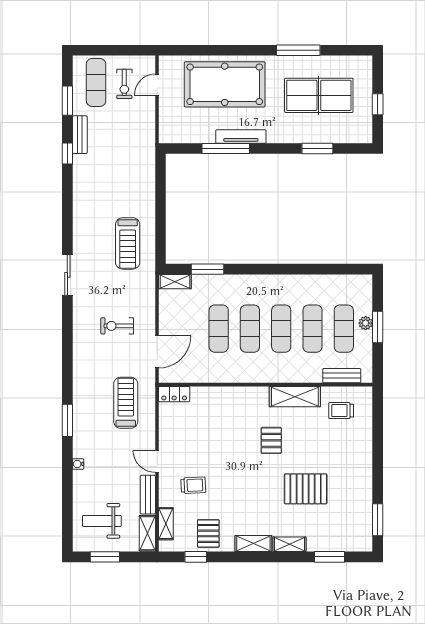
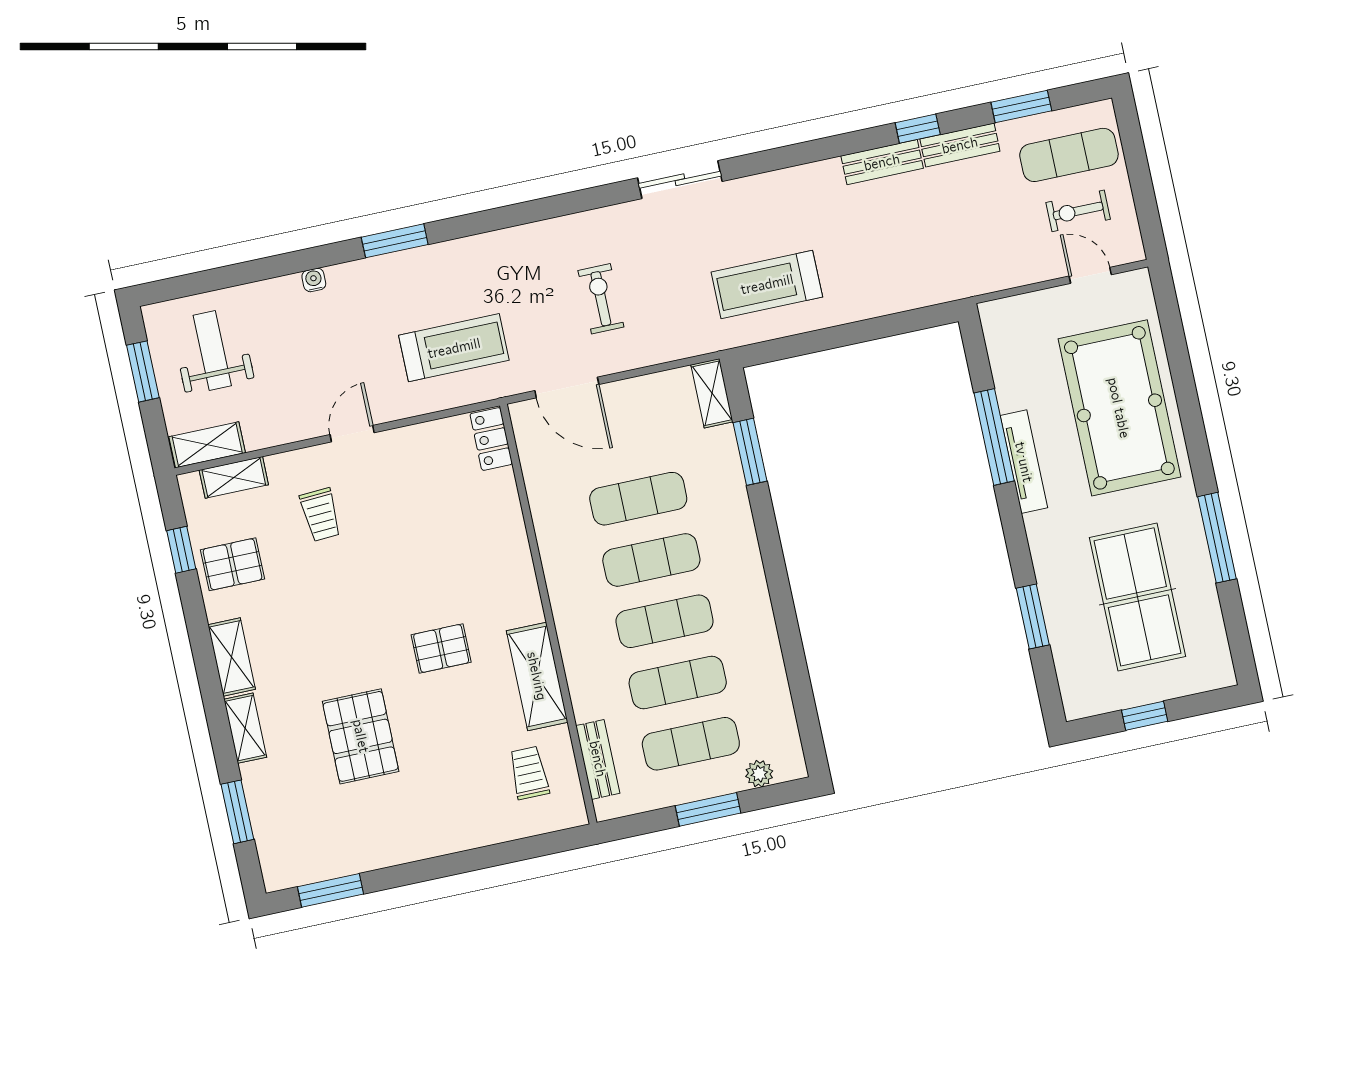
plant: (366, 323) -> (759, 774), moved
bench: (148, 495) -> (882, 162), moved

